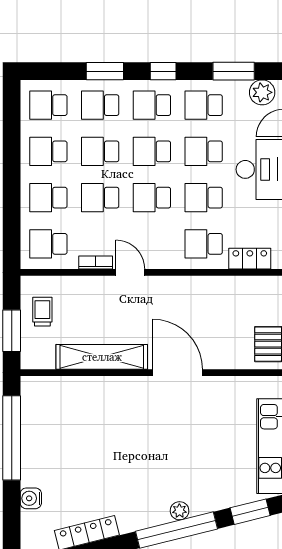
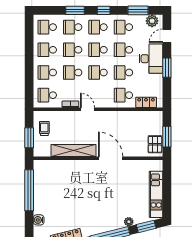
plant: (180, 511) -> (129, 222), moved

